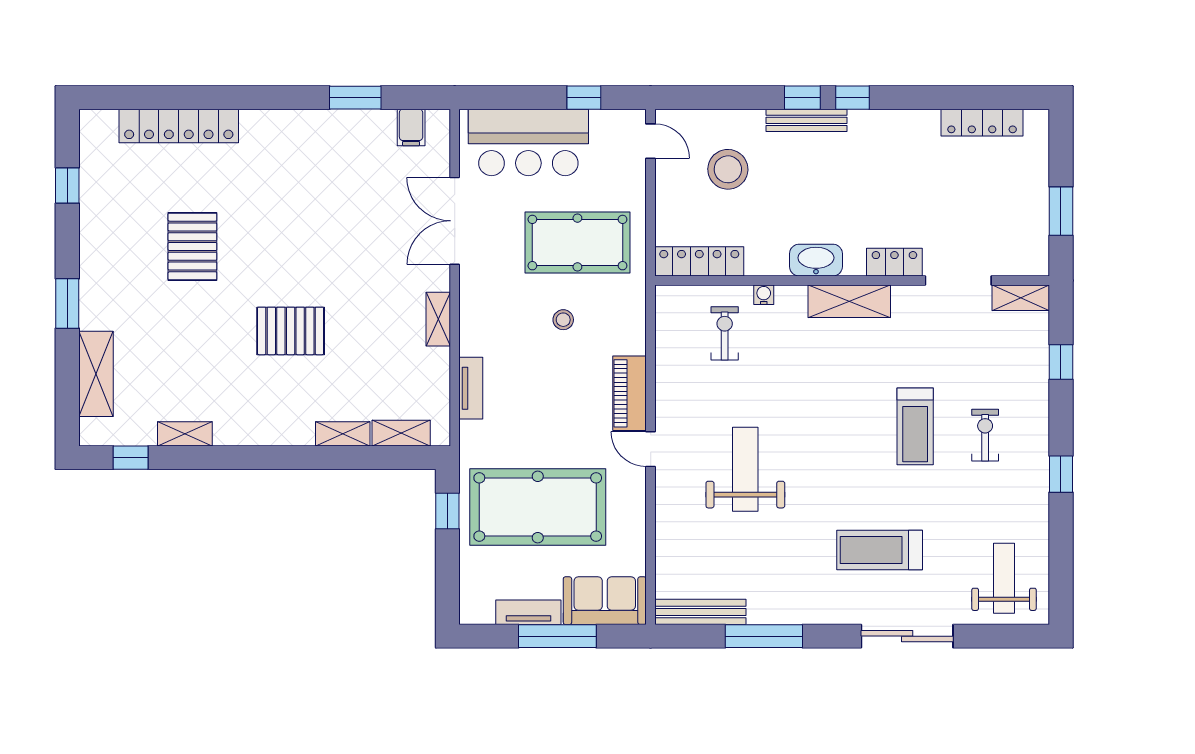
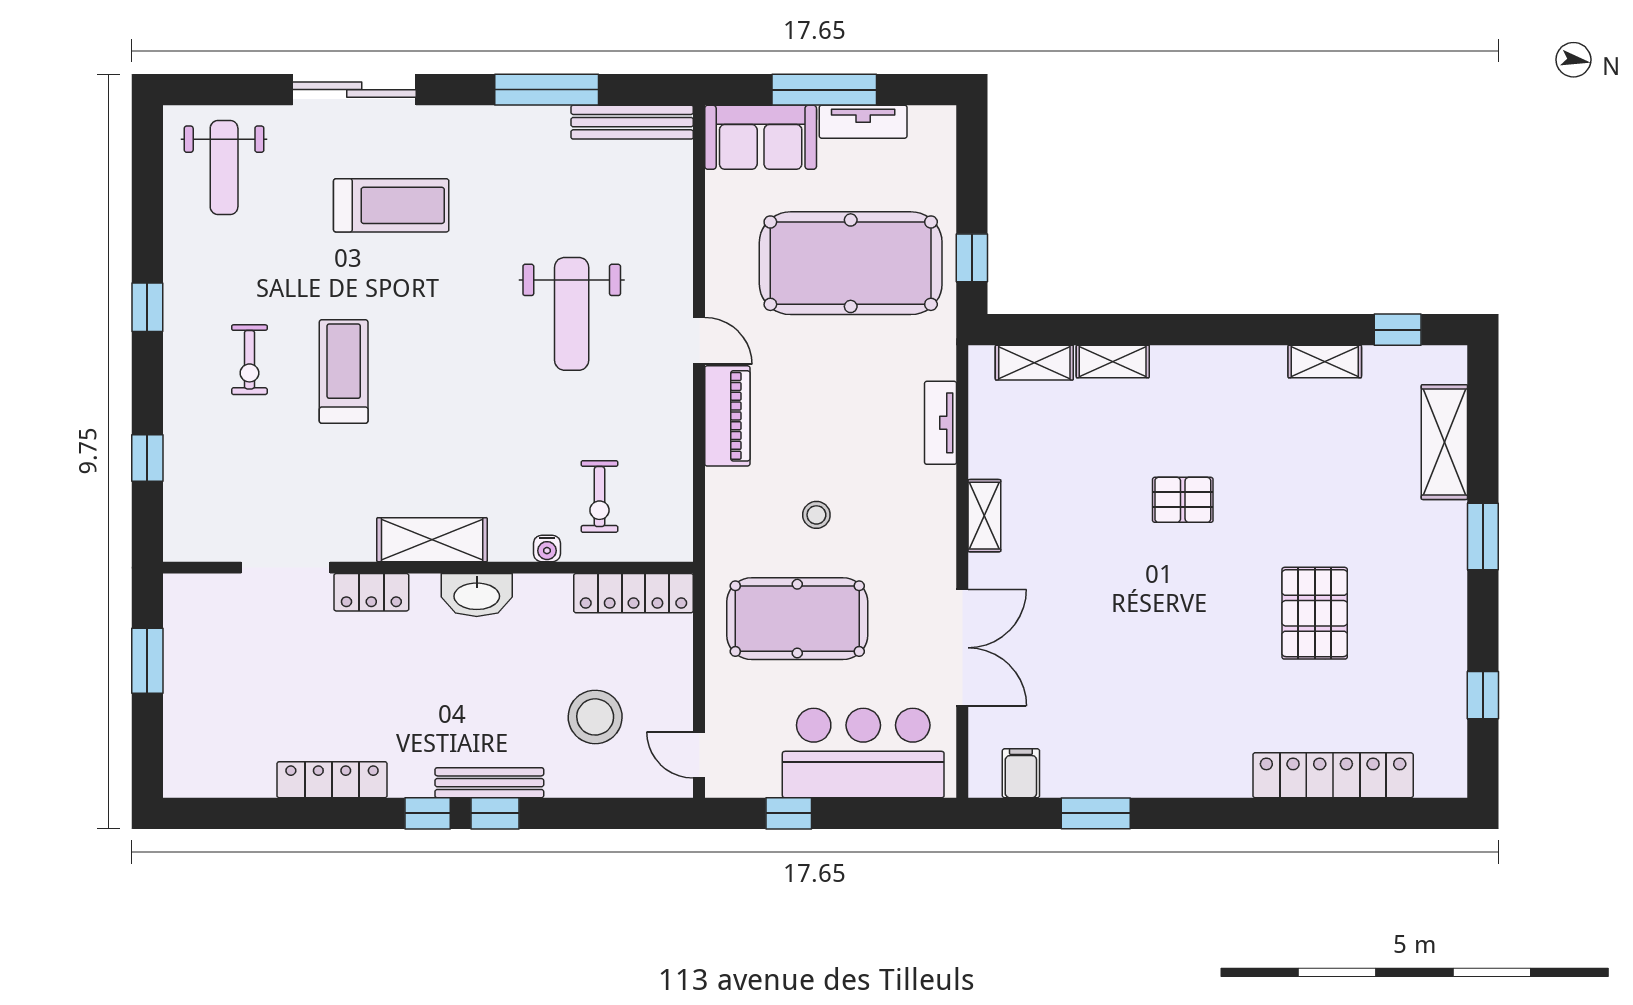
locker: (982, 123) -> (332, 780), moved
shelving: (1021, 298) -> (202, 544), removed
pallet: (291, 331) -> (1183, 500), width x0.67, depth x0.71

